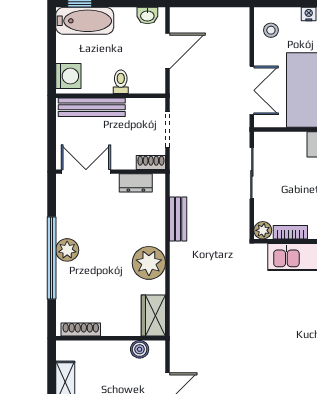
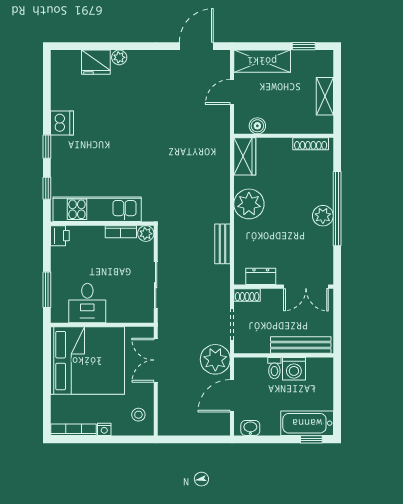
washing machine: (68, 76) -> (294, 369), moved, turned -90
plant: (186, 91) -> (215, 359), added

